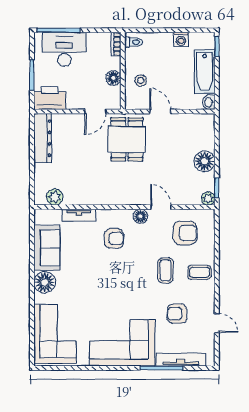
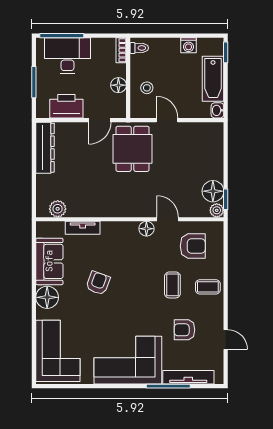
printer: (50, 98) -> (66, 106), moved
floor lamp: (204, 161) -> (213, 191), moved
armchair: (114, 239) -> (98, 283), moved, turned -70

